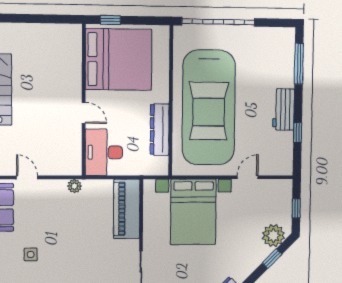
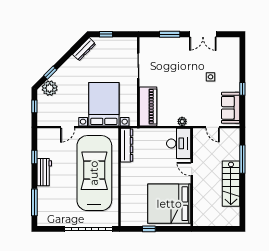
window: (110, 20) -> (149, 229), moved
bed: (119, 59) -> (169, 204), moved
wall: (84, 100) -> (192, 177), moved
door: (84, 113) -> (192, 169), moved
dresser: (160, 130) -> (127, 145), moved
desk: (104, 152) -> (179, 143), moved

